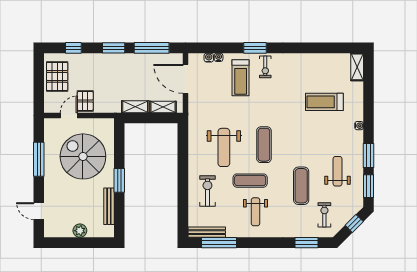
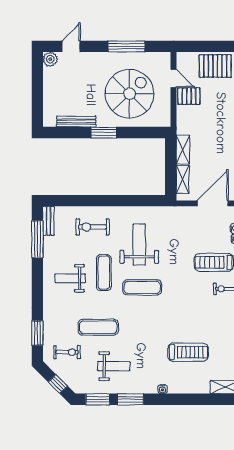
treadmill: (324, 102) -> (188, 352), turned 90
weight bench: (224, 147) -> (139, 244), turned 90
exercise bike: (207, 191) -> (93, 227), turned 180
plant: (80, 231) -> (50, 59), moved
bench: (207, 232) -> (49, 221), width x0.73

